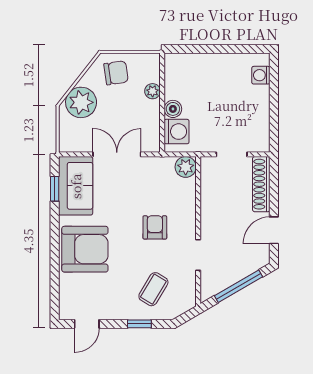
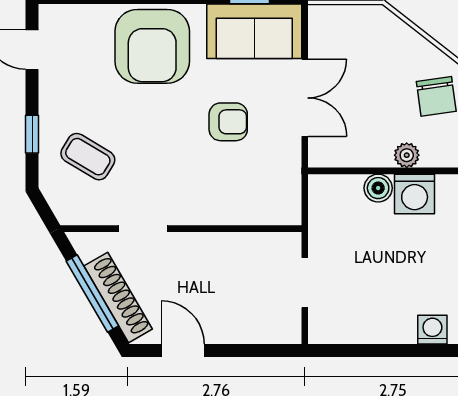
plant: (81, 102) -> (389, 40), removed
washing machine: (177, 132) -> (415, 194), moved
plant: (186, 167) -> (285, 209), removed
shoe rack: (261, 184) -> (118, 297), moved, turned 60
armchair: (155, 227) -> (228, 122), moved

